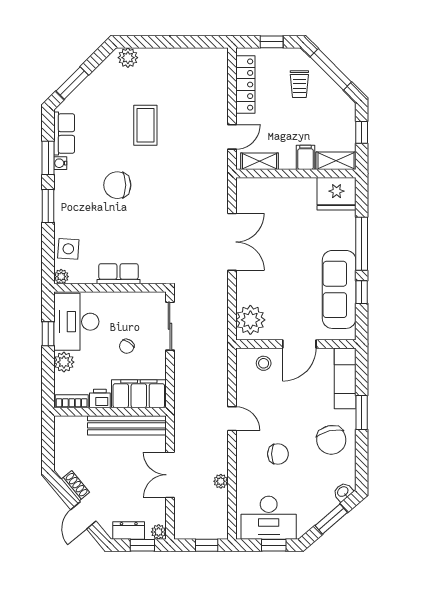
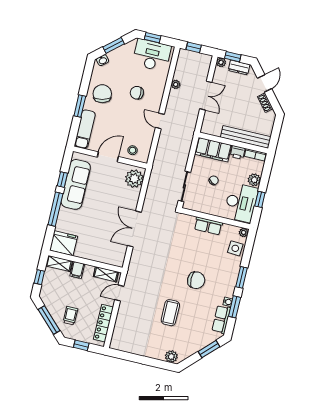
bench: (127, 425) -> (246, 137), moved

